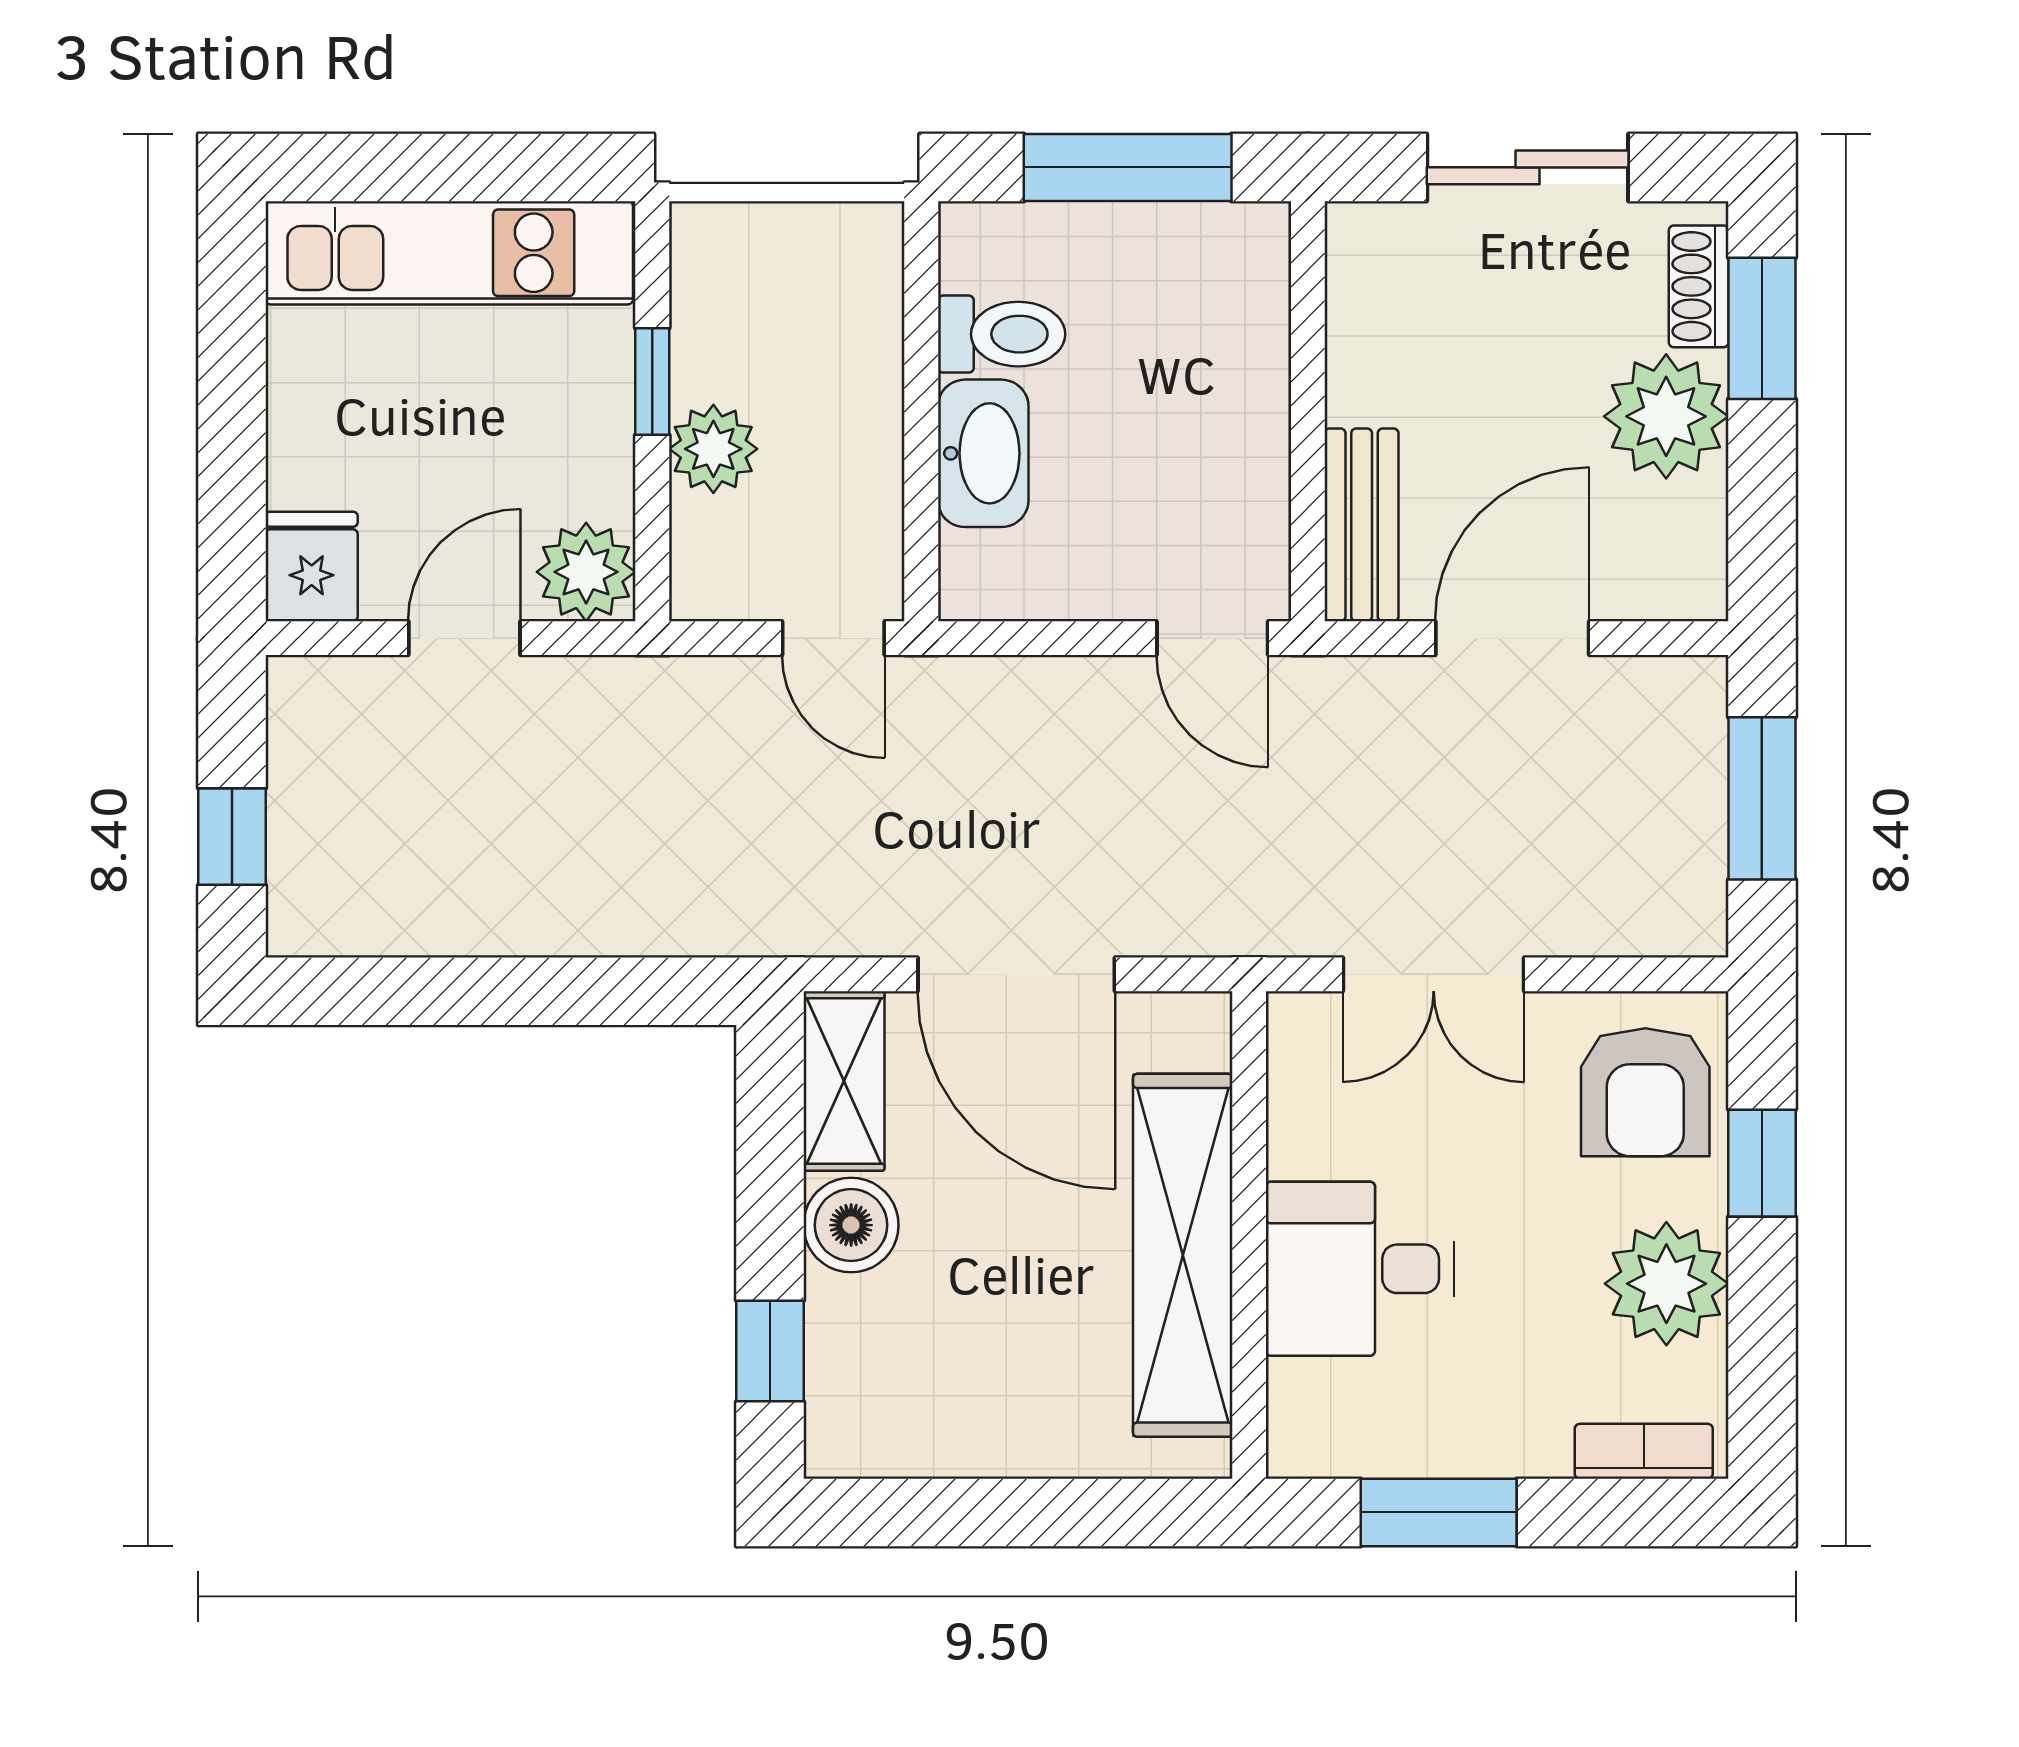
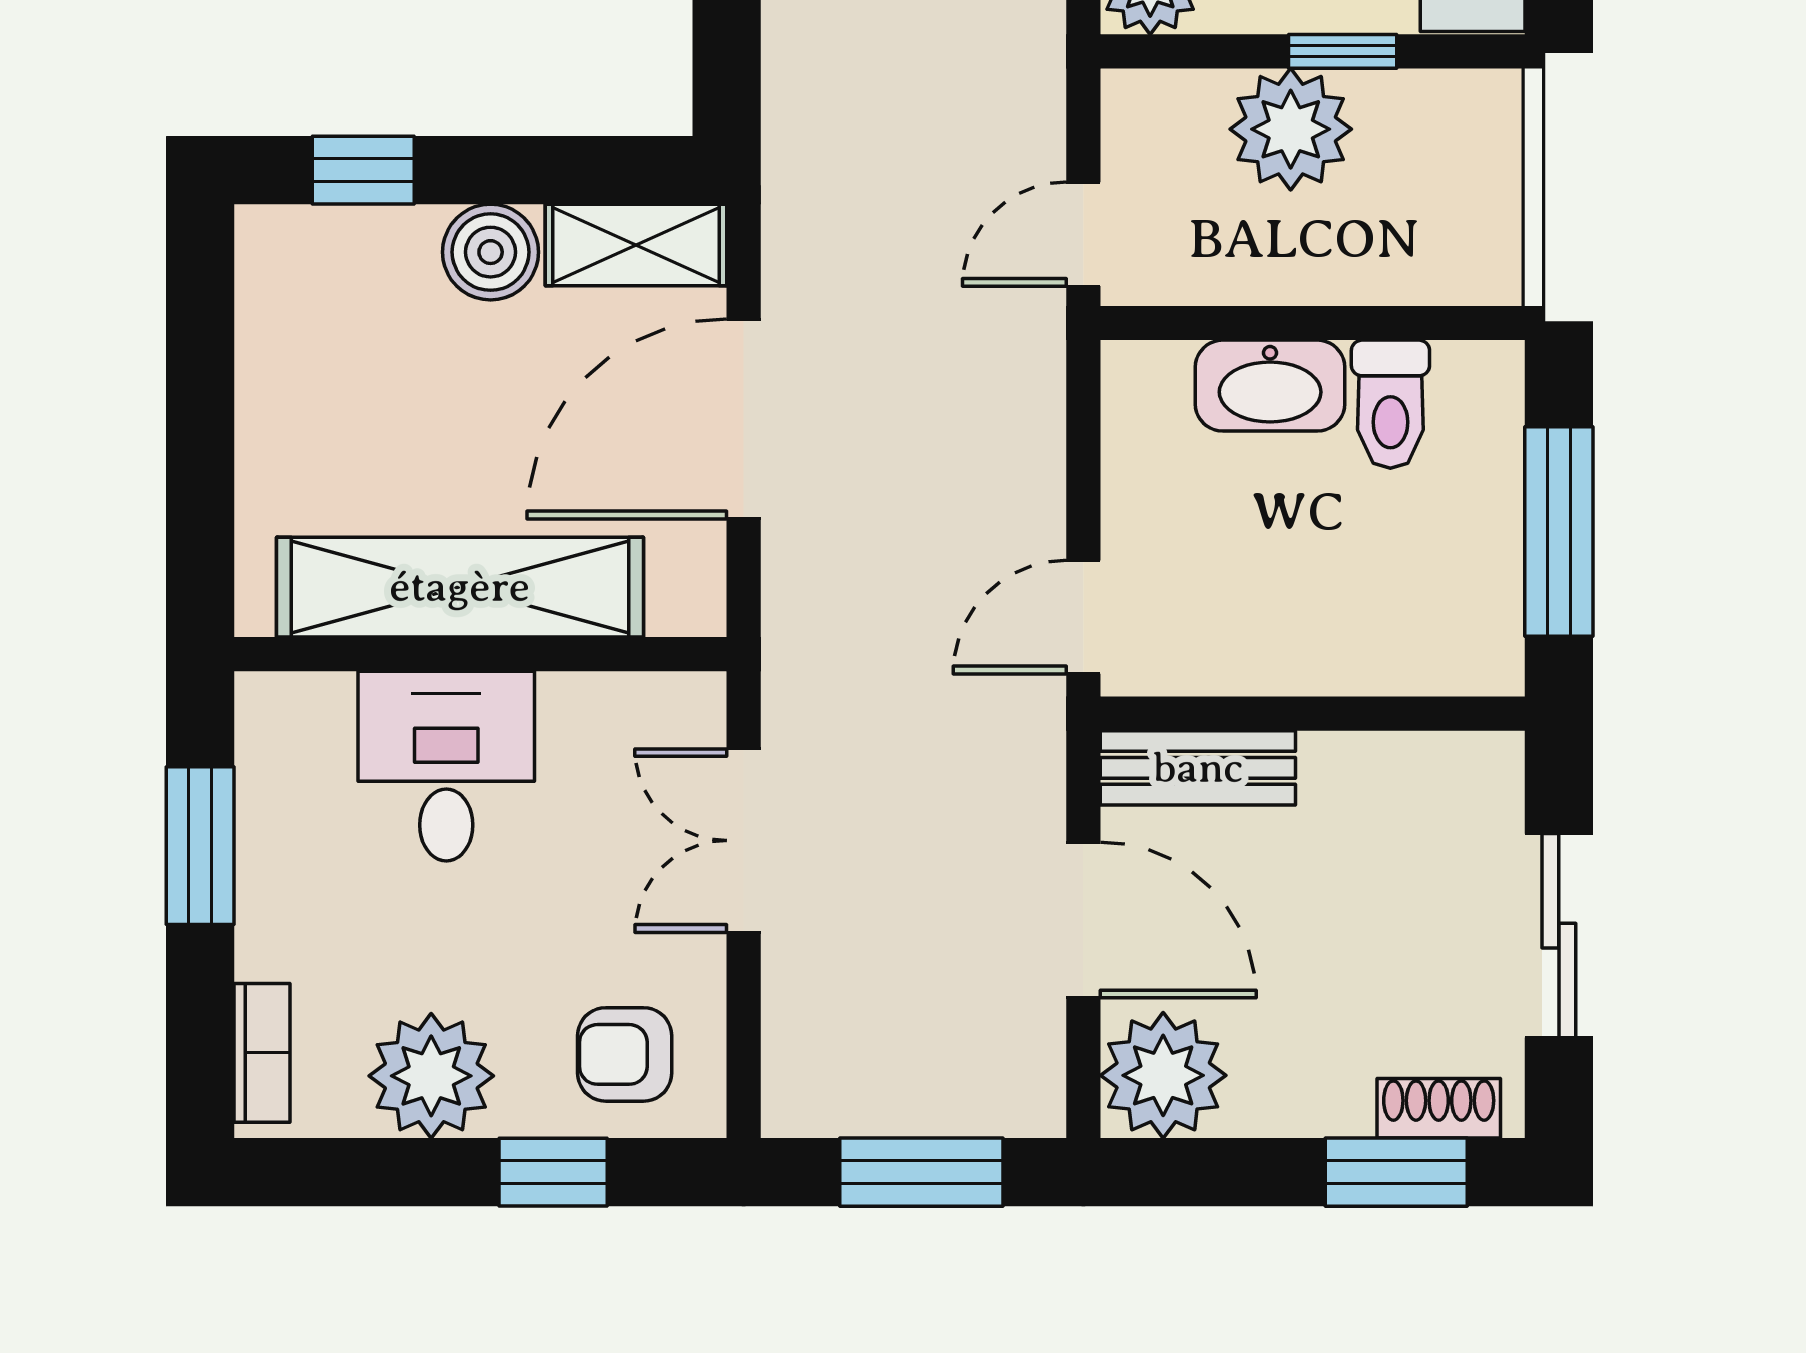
plant: (1666, 416) -> (1163, 1075), moved
plant: (713, 449) -> (1291, 129), width x1.36, depth x1.36
armchair: (1645, 1092) -> (625, 1054), width x0.72, depth x0.72

